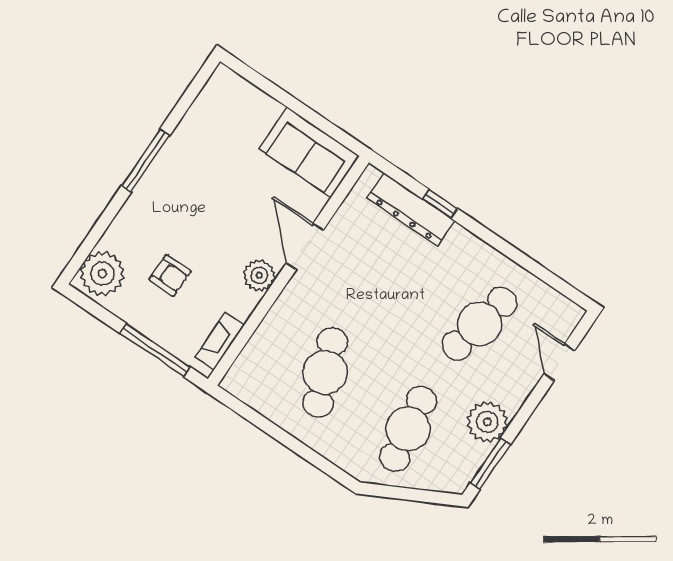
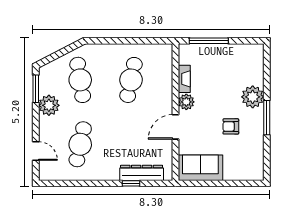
door: (305, 246) -> (175, 127), swing flipped
plant: (102, 274) -> (253, 97), moved
armchair: (170, 276) -> (231, 126), moved
fireplace: (220, 341) -> (184, 79), moved
cafe table: (325, 372) -> (131, 80), turned 33

